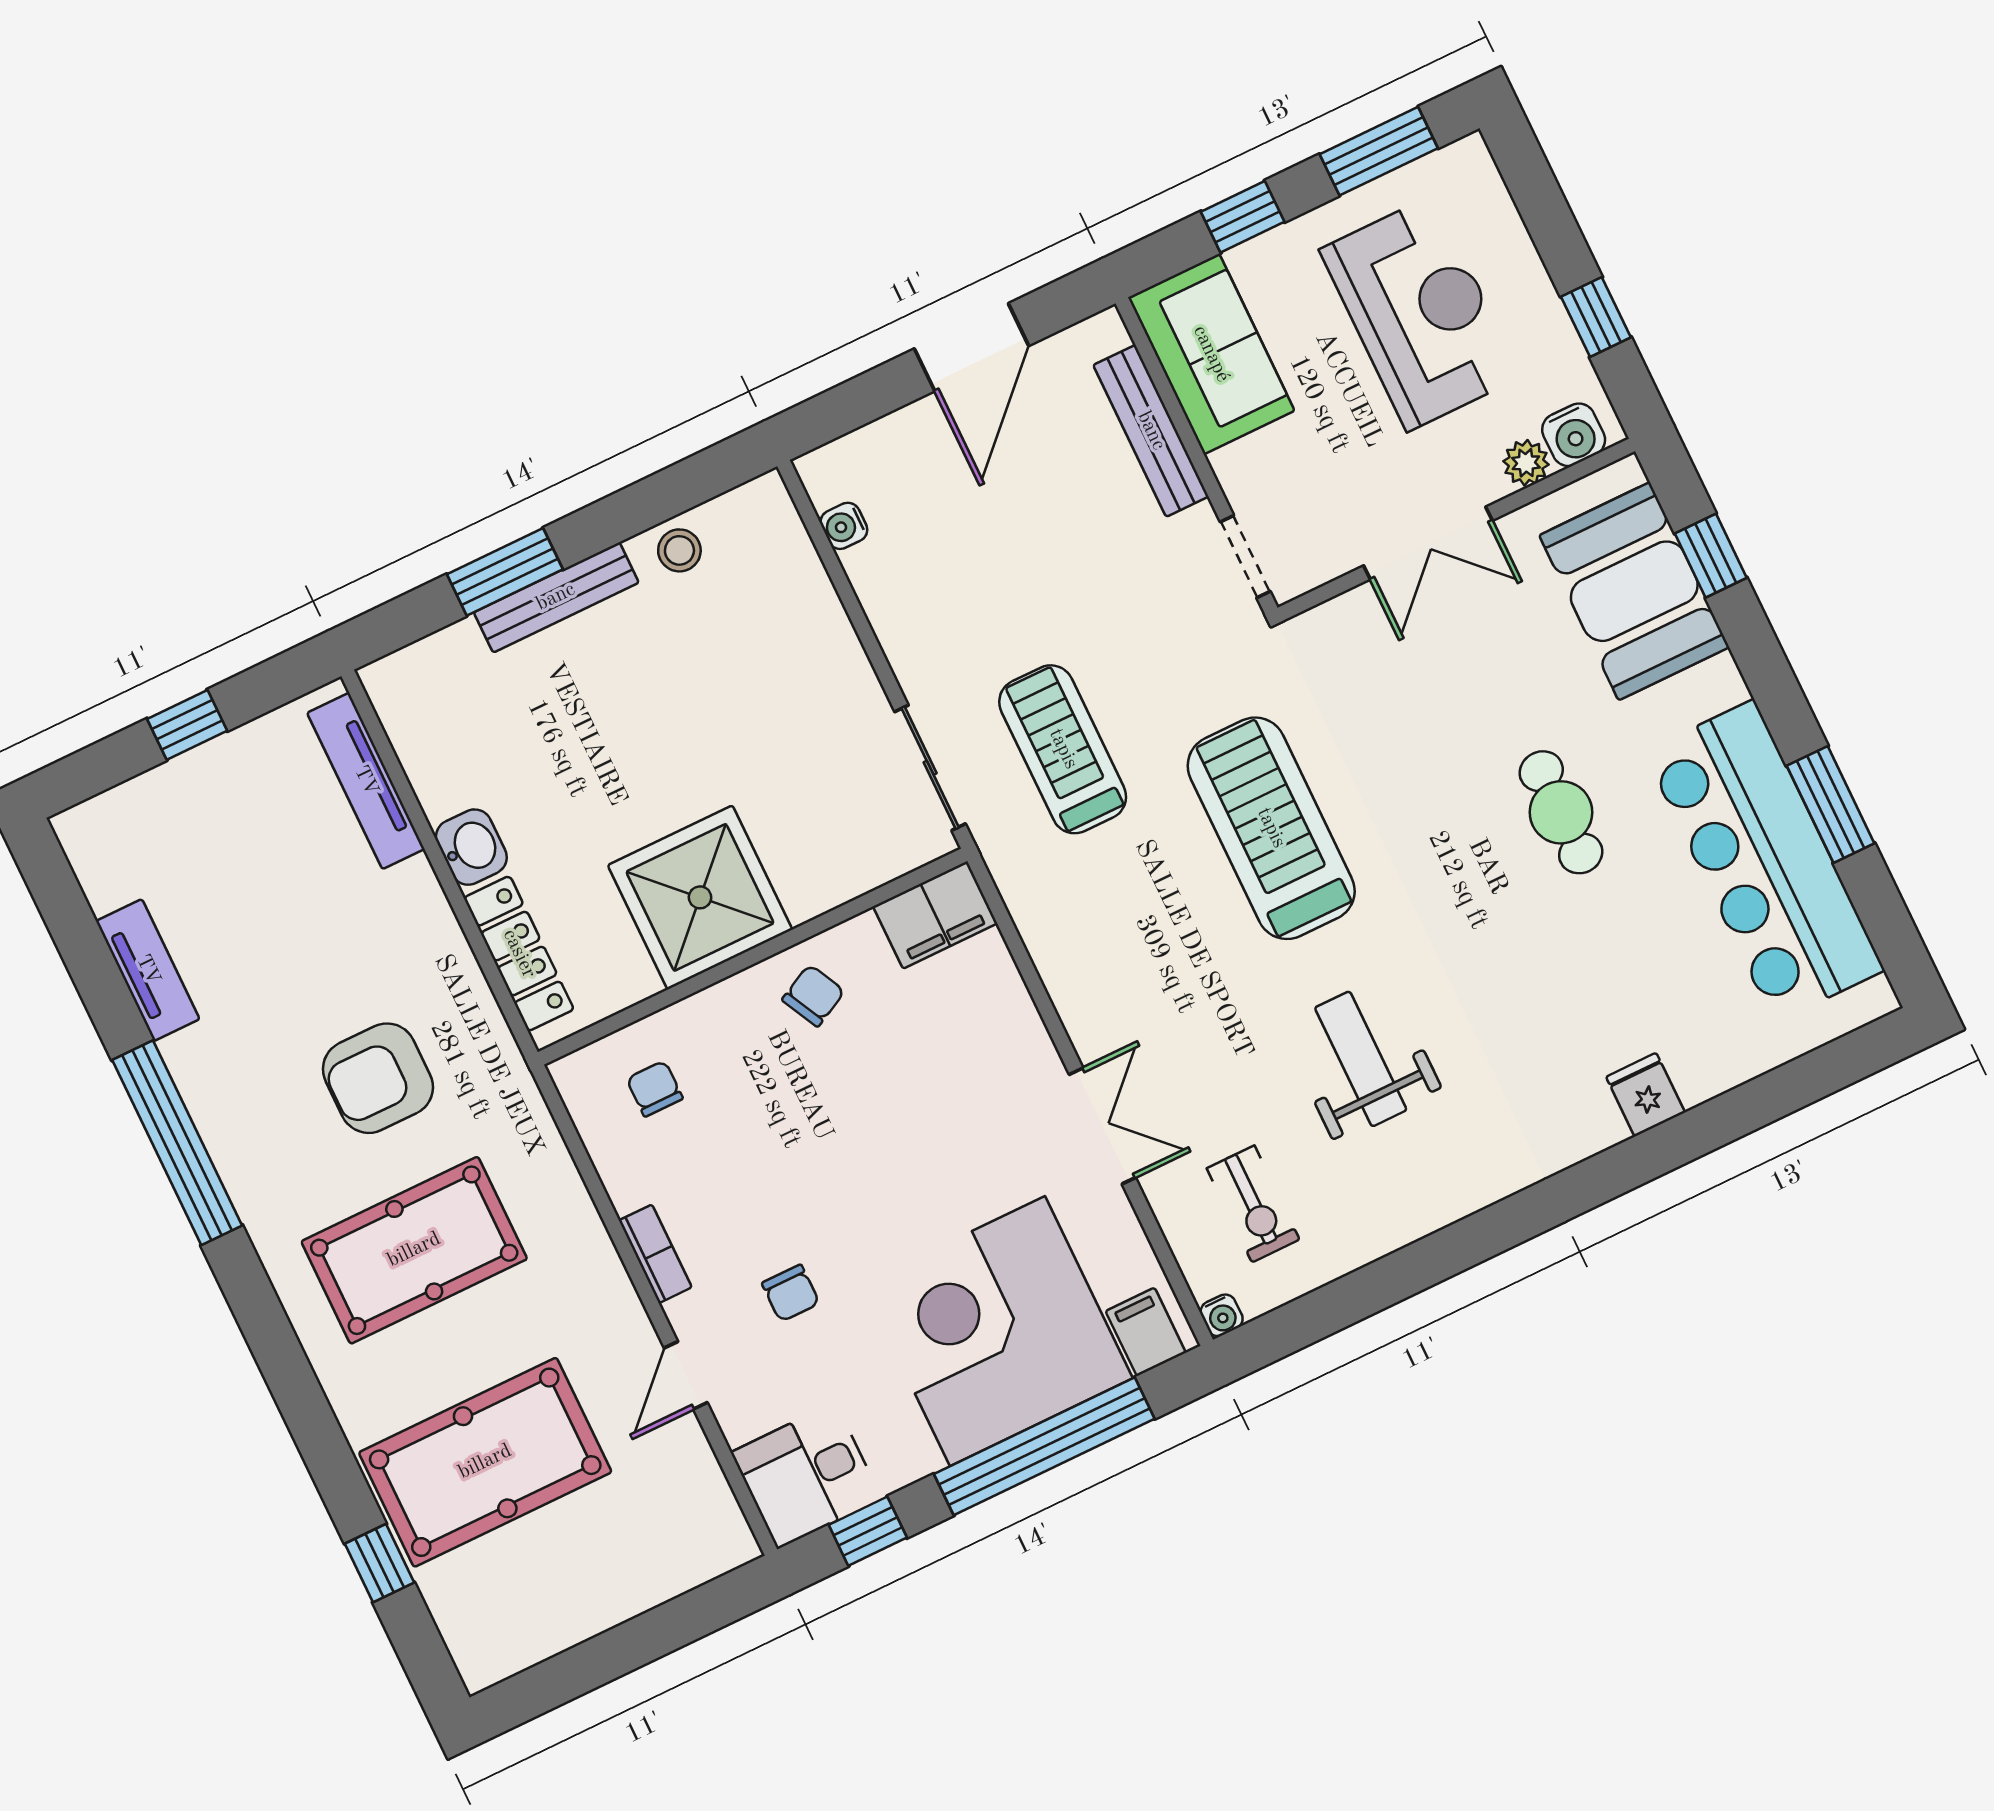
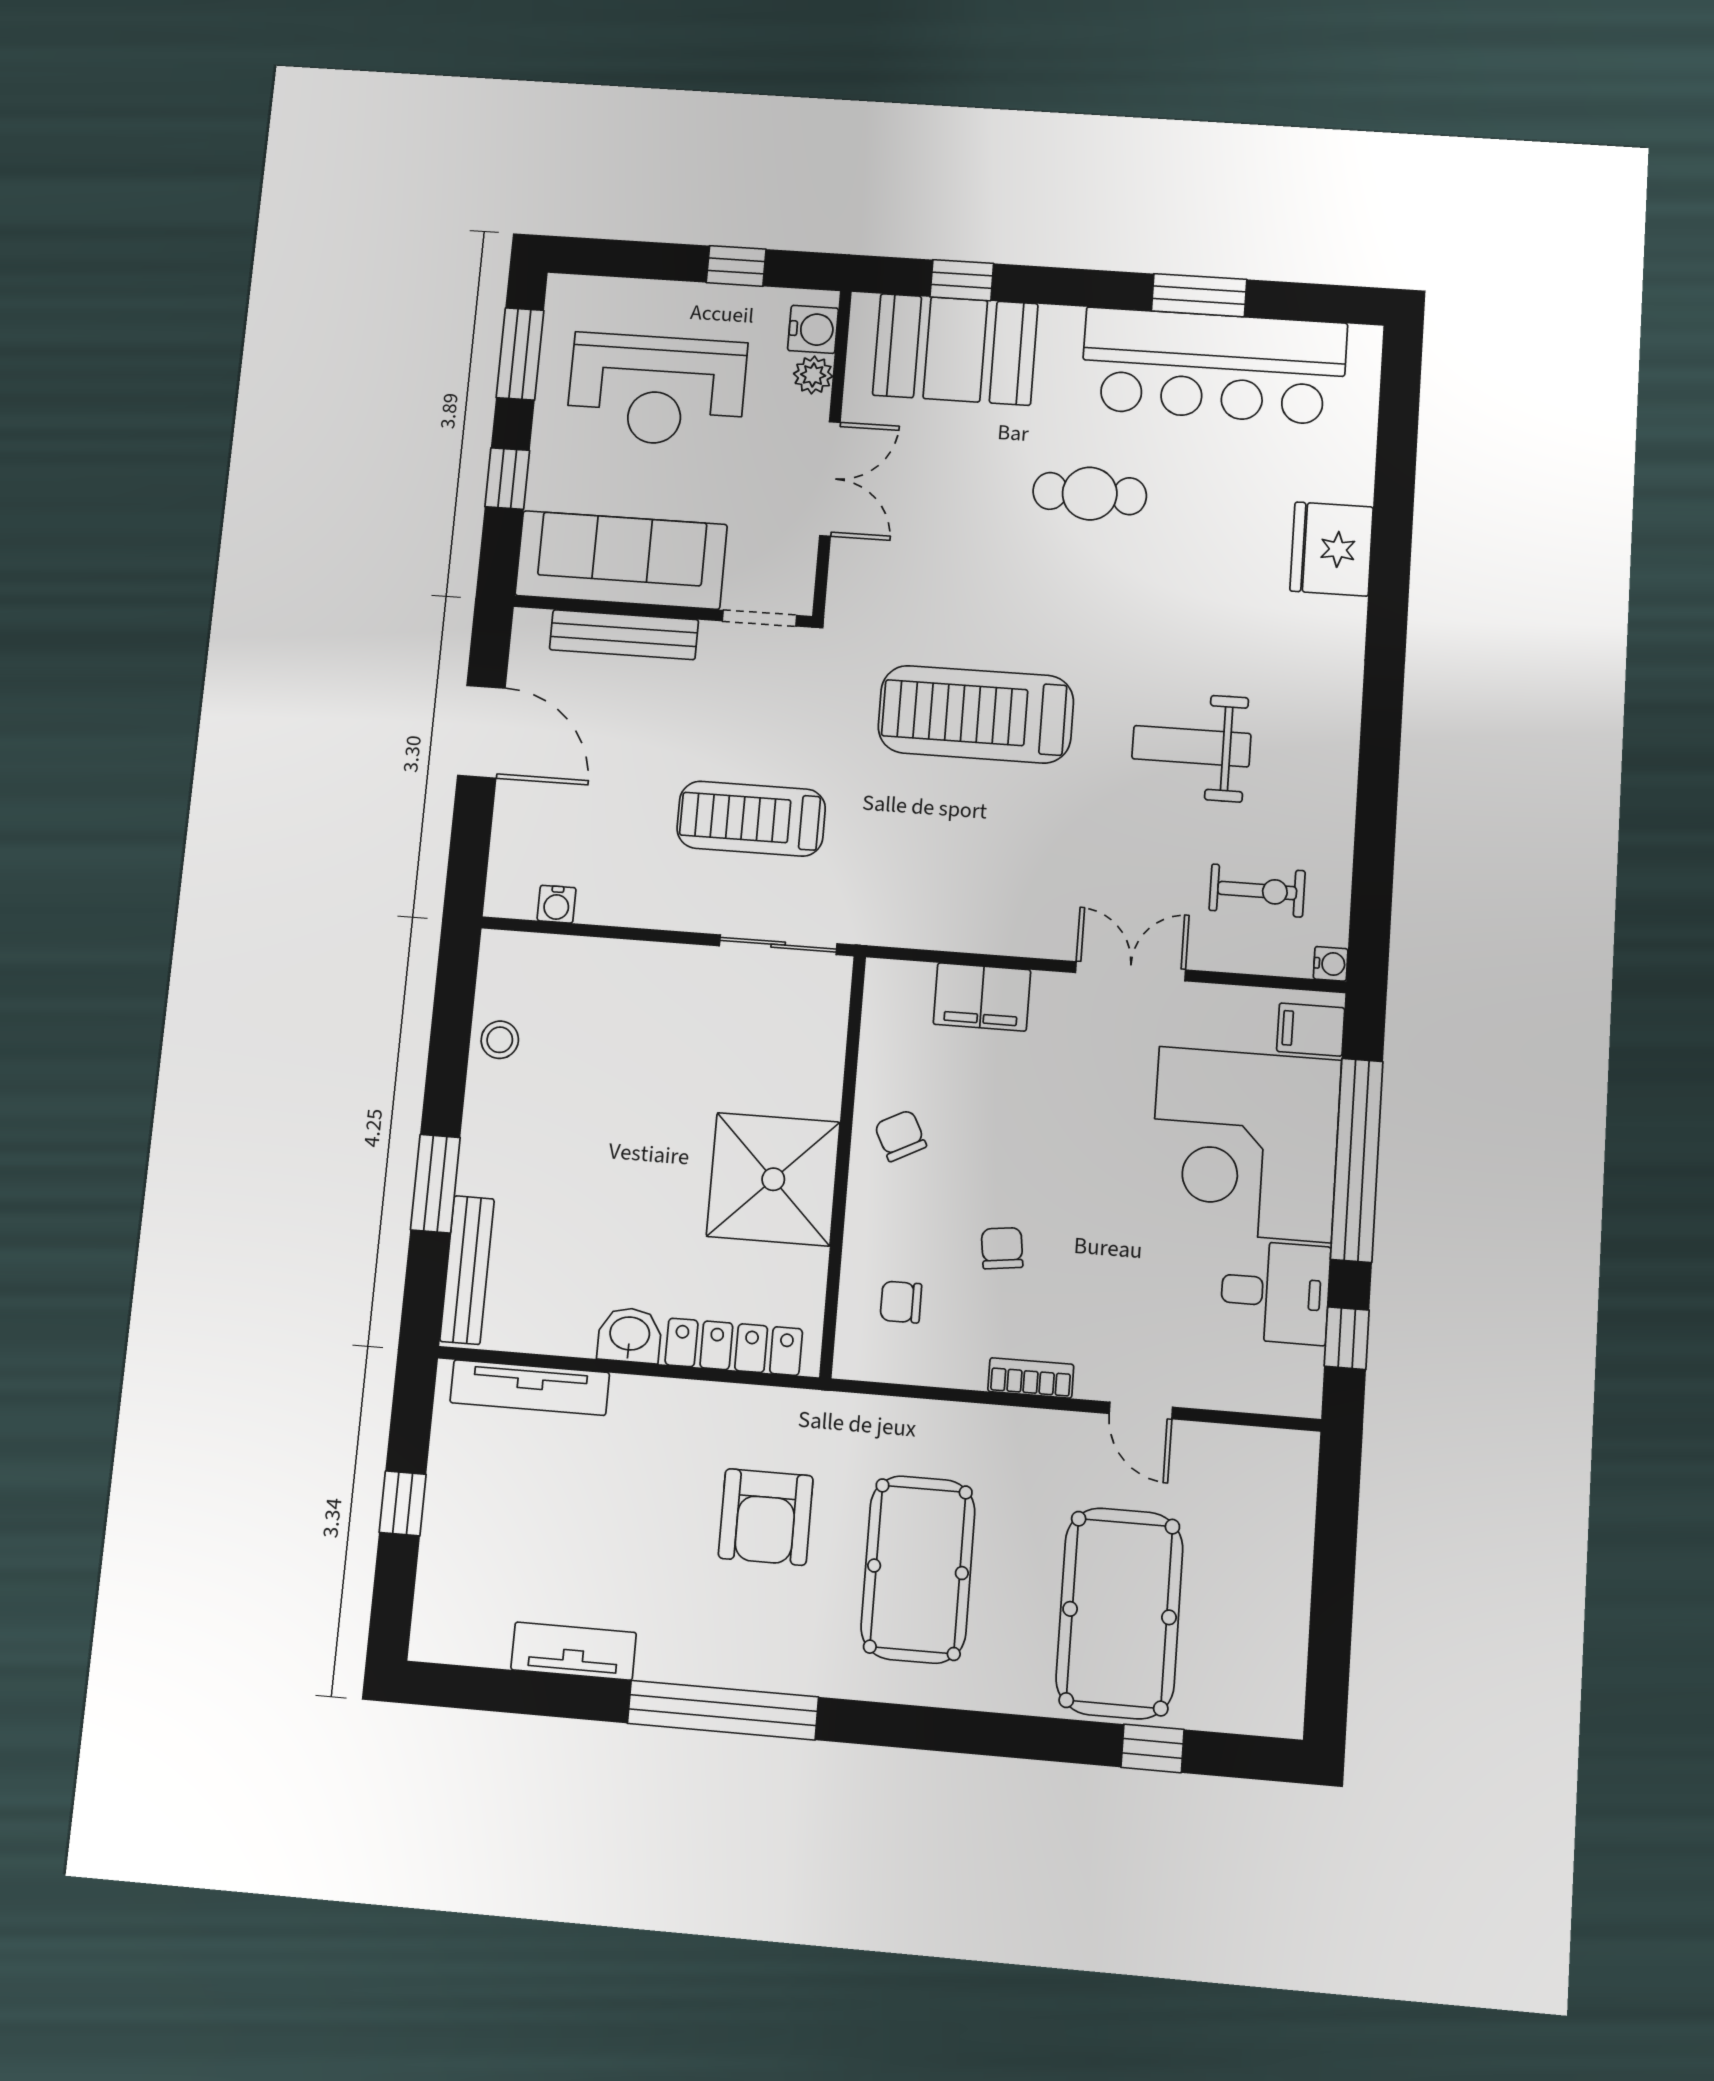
reception desk: (1420, 313) -> (657, 390), turned 180
sofa: (1211, 354) -> (621, 560), width x1.36
bench: (556, 597) -> (467, 1270), moved
treadmill: (1063, 749) -> (751, 819), moved
filing cabinet: (935, 915) -> (982, 997), moved, turned 90
fridge: (1646, 1095) -> (1332, 549), width x1.88, depth x1.34
chair: (791, 1293) -> (1002, 1248), moved, turned -97
desk: (806, 1476) -> (1275, 1292), moved, turned -90

